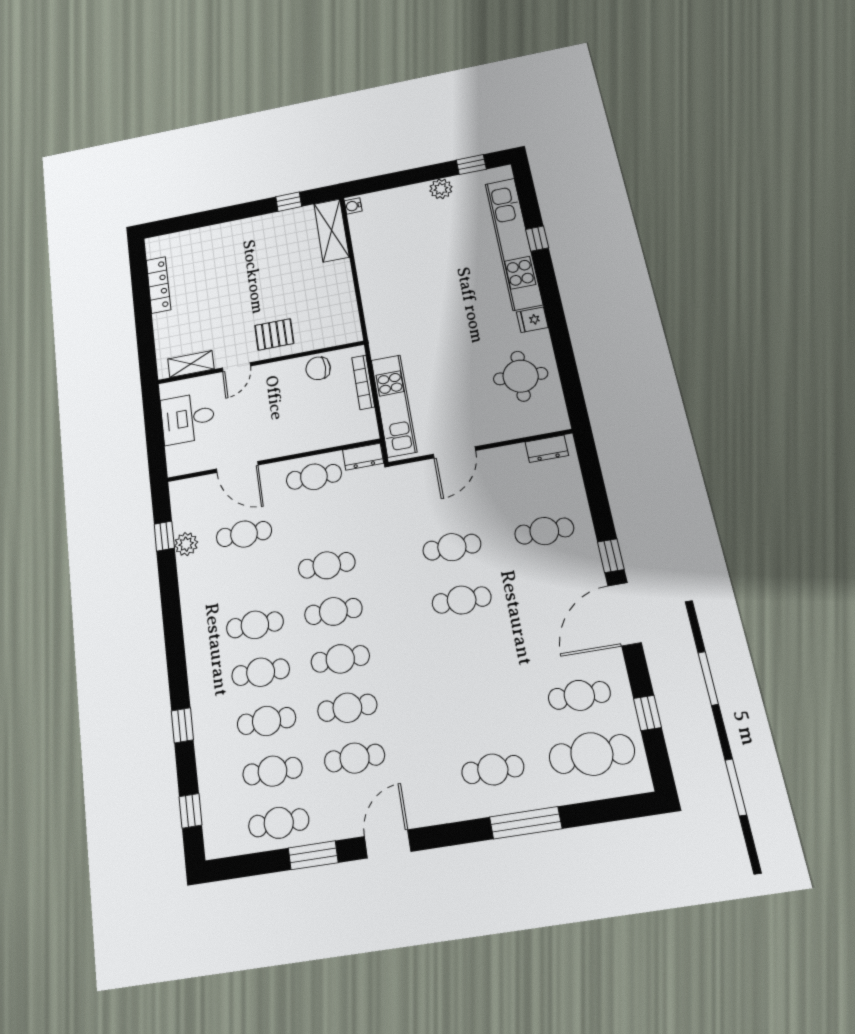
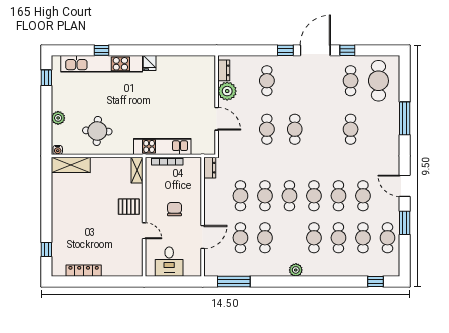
plant: (441, 189) -> (58, 118), moved
window: (289, 202) -> (46, 250), moved
pallet: (274, 334) -> (129, 207), turned 90
shelving: (191, 364) -> (137, 170), moved
chair: (318, 368) -> (175, 209), moved, turned 180
round table: (521, 376) -> (97, 131), moved
kitchen unit: (394, 406) -> (162, 146), moved
plant: (509, 462) -> (227, 91), added
cafe table: (314, 477) -> (240, 196), moved
window: (164, 536) -> (234, 282), width x2.17
plant: (186, 544) -> (296, 270), moved
door: (624, 614) -> (315, 50), swing flipped
cafe table: (255, 625) -> (265, 238), moved
window: (647, 713) -> (347, 50), moved
window: (182, 725) -> (334, 282), removed
cafe table: (493, 770) -> (351, 129), moved

